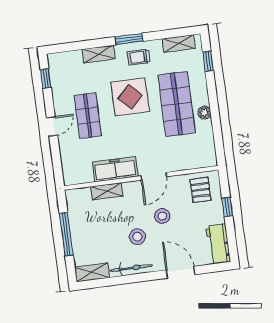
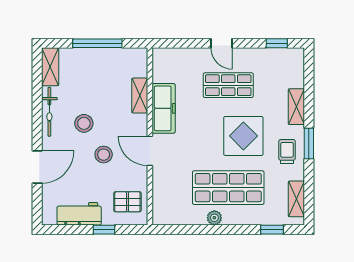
workbench: (218, 244) -> (79, 214), moved

